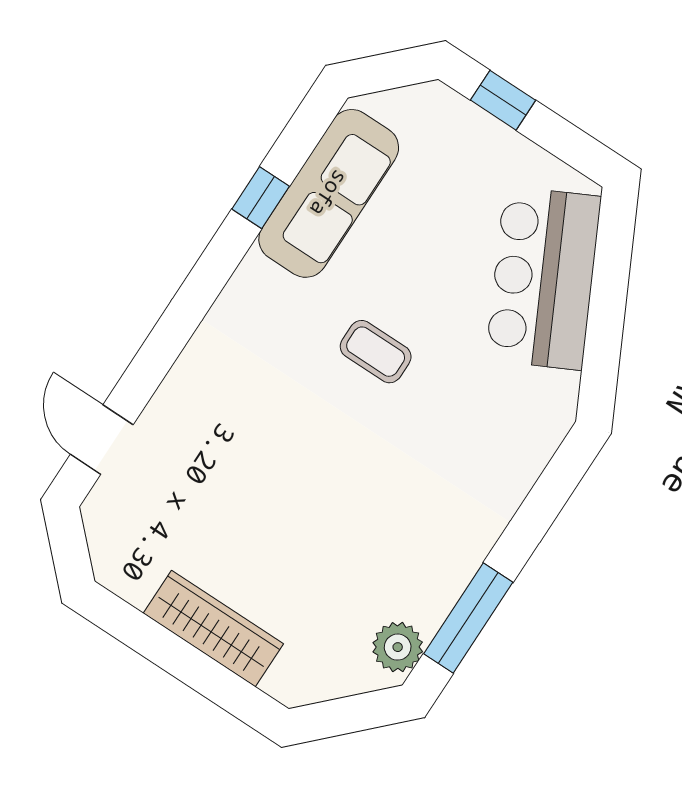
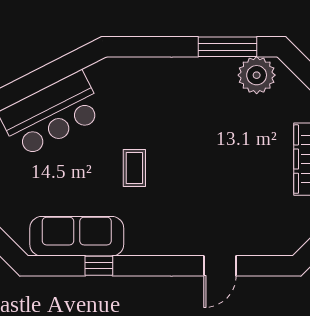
door: (102, 440) -> (220, 266), moved
plant: (398, 647) -> (257, 75), width x1.36, depth x1.36

